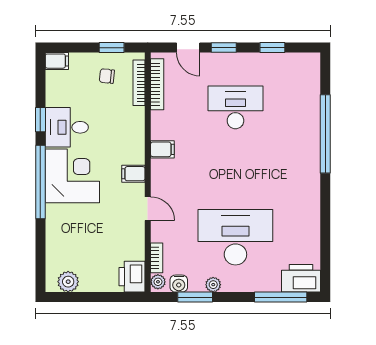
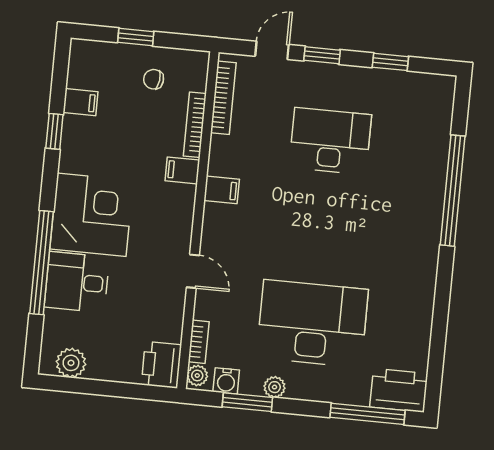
window: (112, 48) -> (136, 37), moved
door: (188, 48) -> (272, 50), swing flipped
filing cabinet: (57, 61) -> (81, 102), moved
bookcase: (139, 83) -> (195, 125), moved
desk: (67, 127) -> (77, 282), moved
filing cabinet: (133, 174) -> (182, 170), moved
window: (40, 182) -> (42, 263), moved

